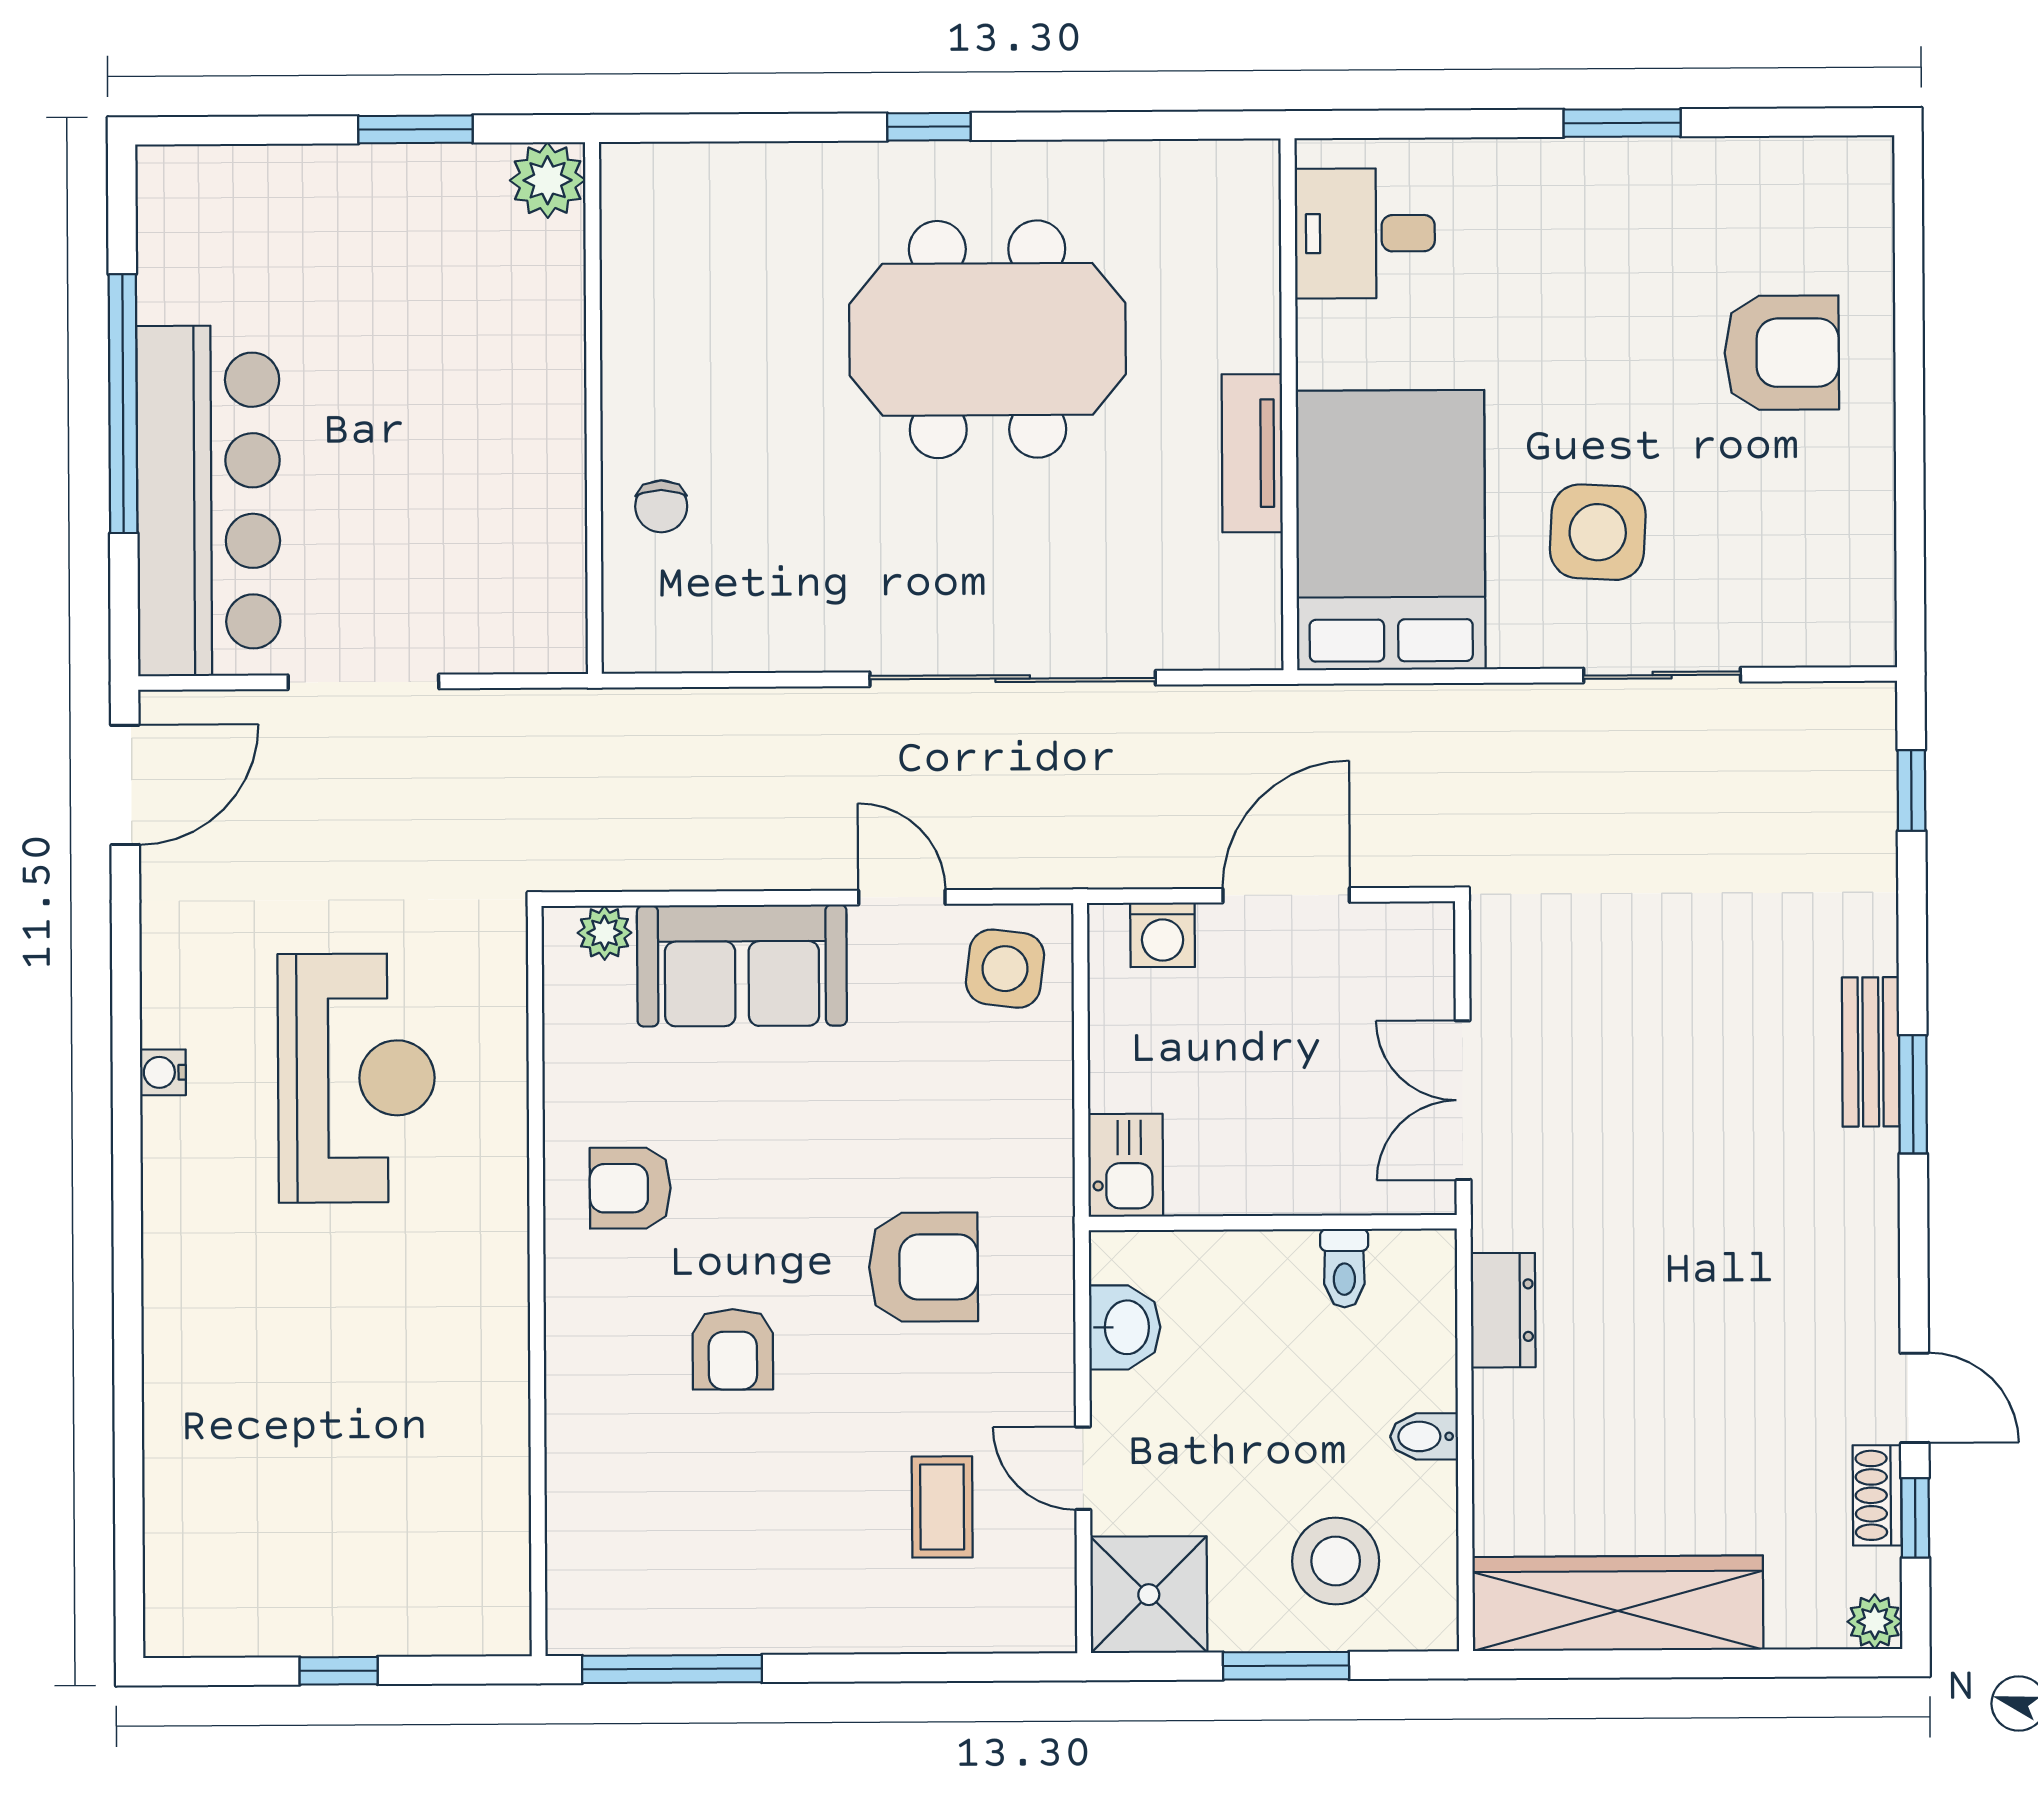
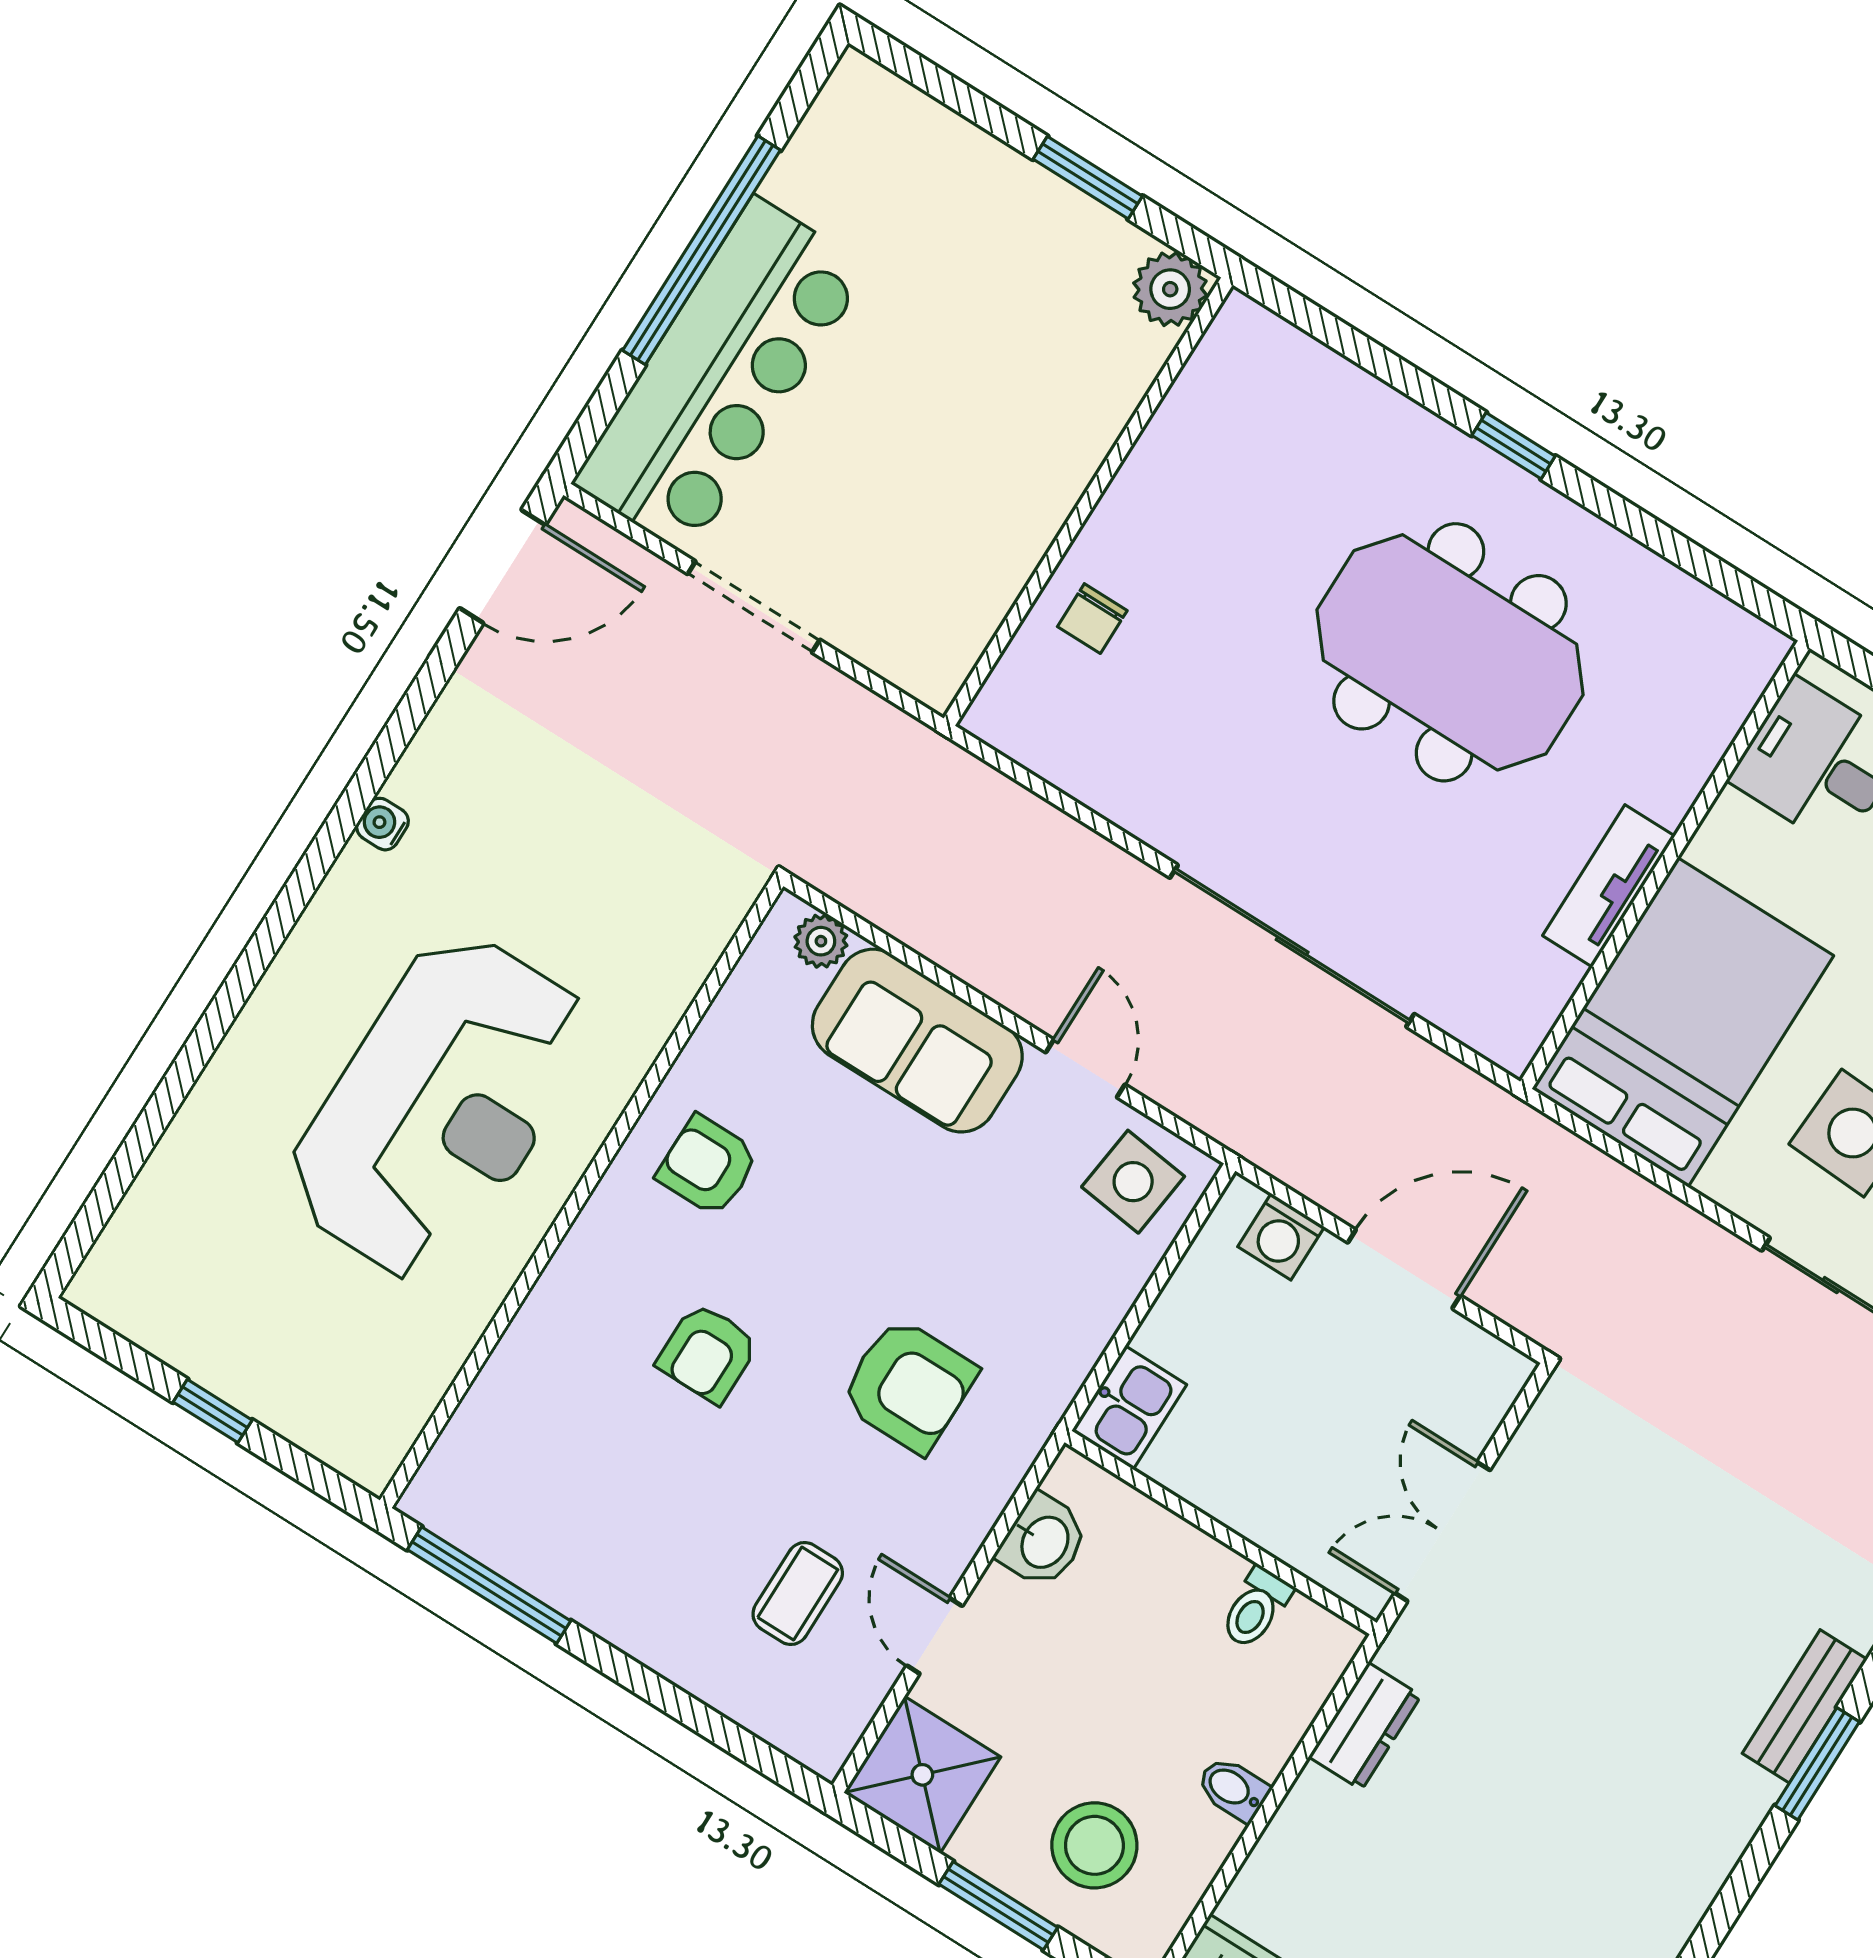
reception desk: (356, 1078) -> (440, 1107), moved, width x1.36, depth x1.30

